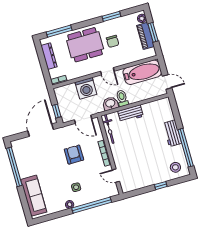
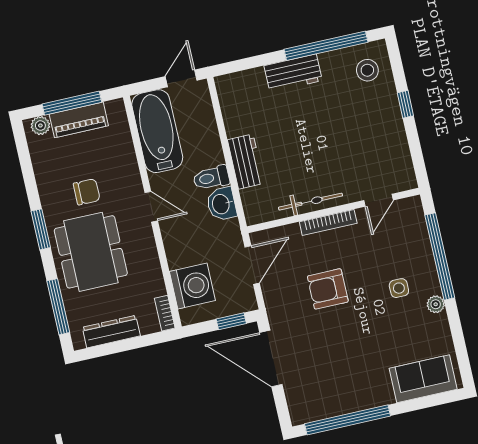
window: (111, 16) -> (41, 229), moved
window: (153, 32) -> (72, 103), width x1.44
door: (107, 71) -> (151, 207), hinge flipped
washing machine: (86, 88) -> (192, 286), moved
bicycle: (109, 129) -> (311, 202), moved
sofa: (34, 196) -> (423, 379), width x0.73

